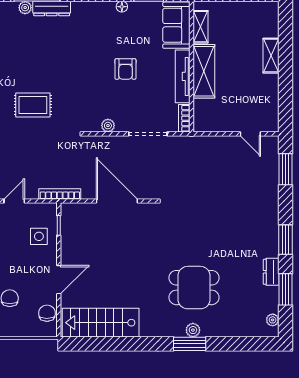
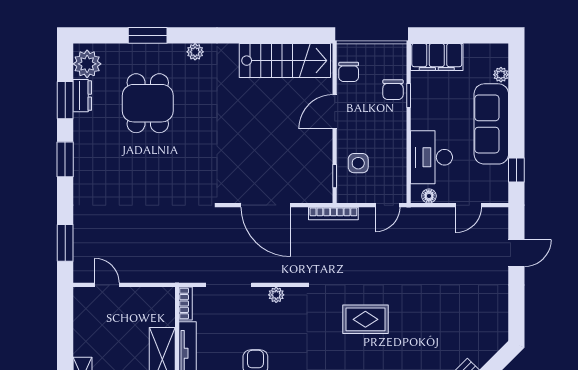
dresser: (271, 272) -> (82, 96), moved
dining table: (194, 288) -> (148, 103), moved, turned 90
plant: (273, 320) -> (87, 64), width x1.88, depth x1.88
plant: (193, 330) -> (195, 52), moved
window: (190, 344) -> (148, 35), moved

